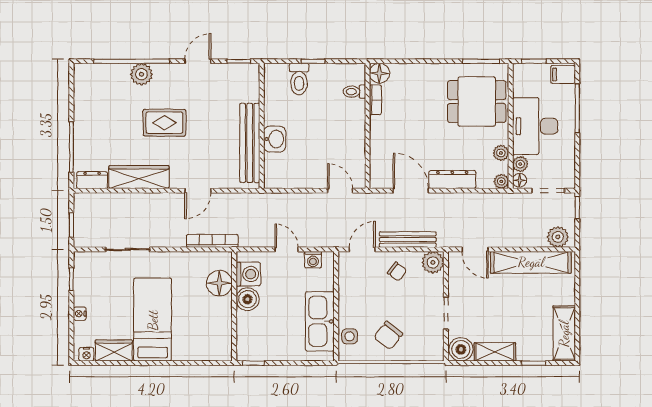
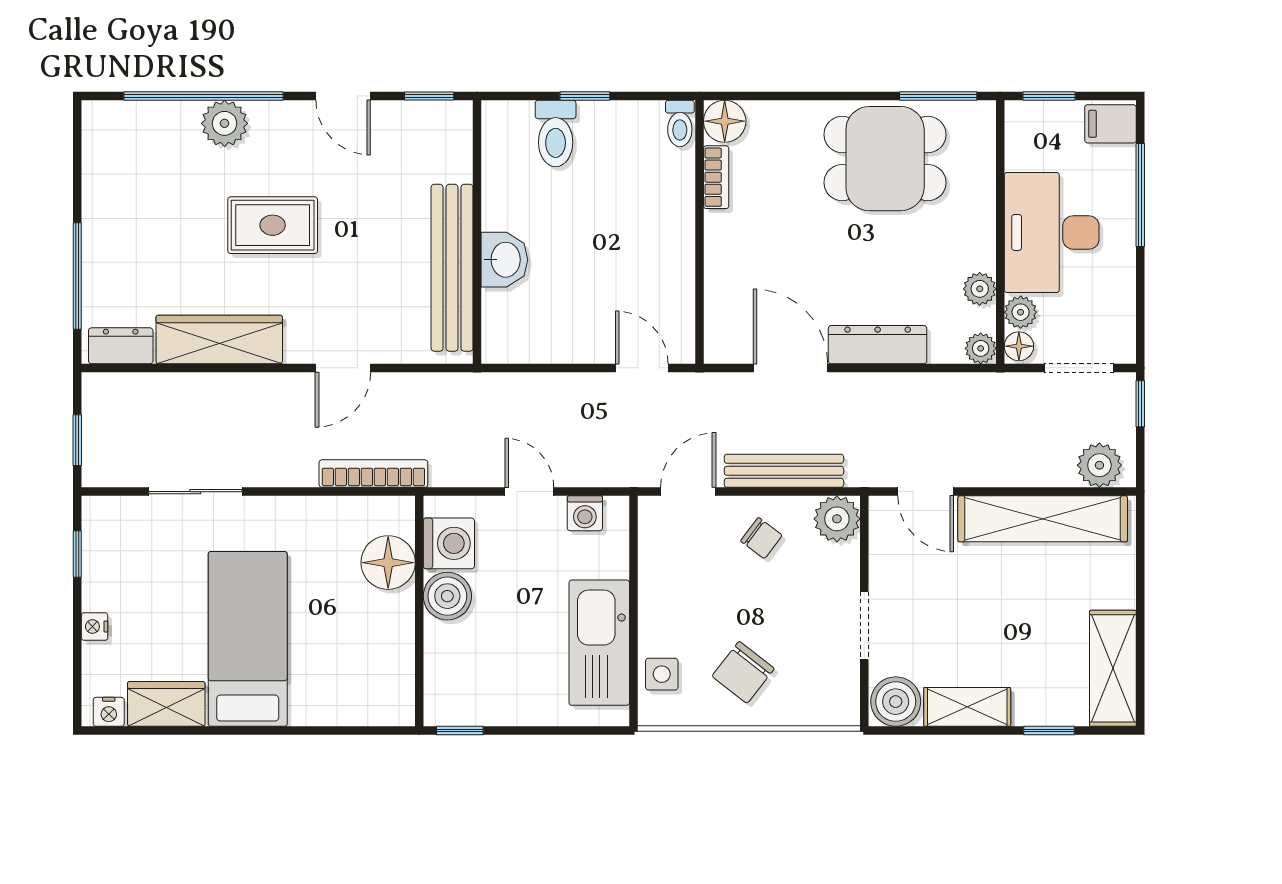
door: (198, 61) -> (343, 96), swing flipped
toilet: (354, 92) -> (680, 123), moved, turned -90
dining table: (477, 102) -> (885, 159), moved

